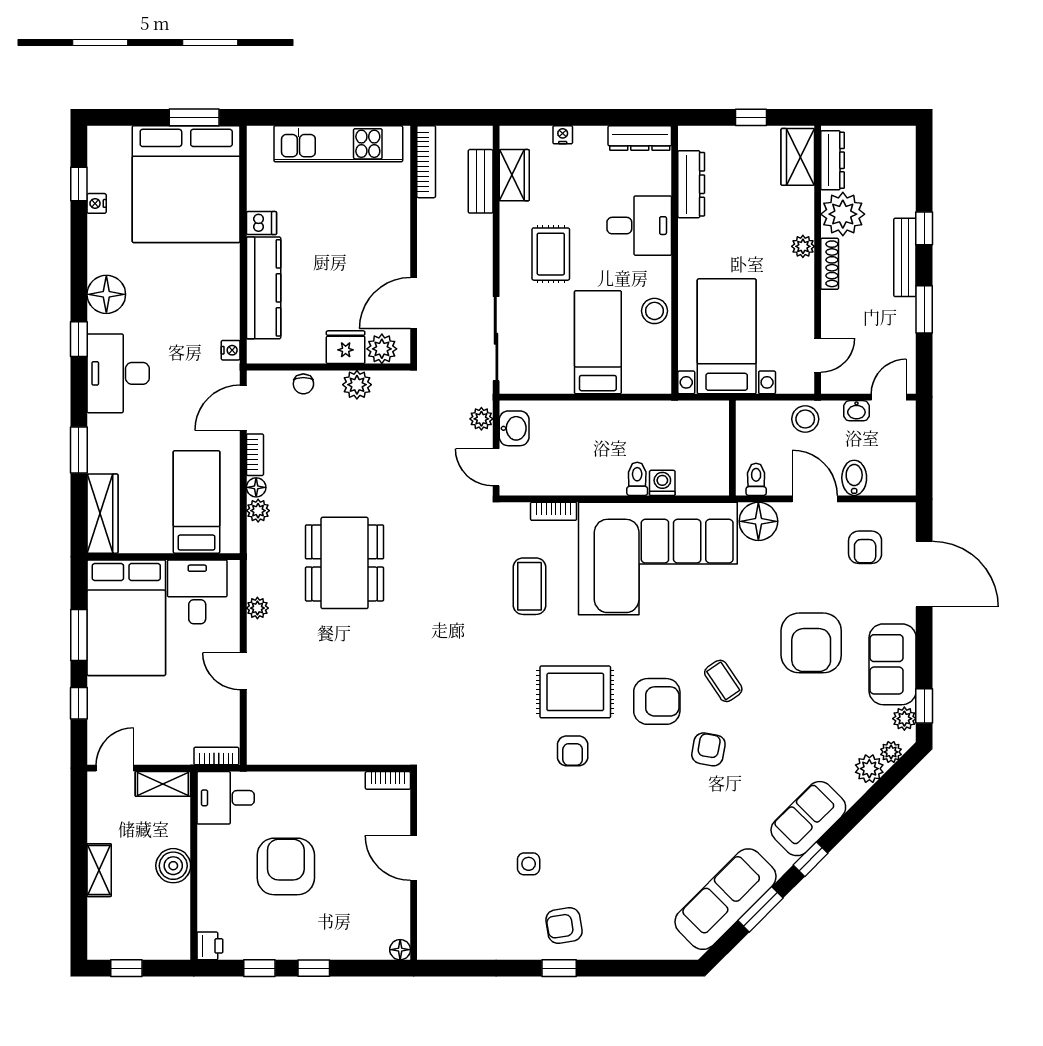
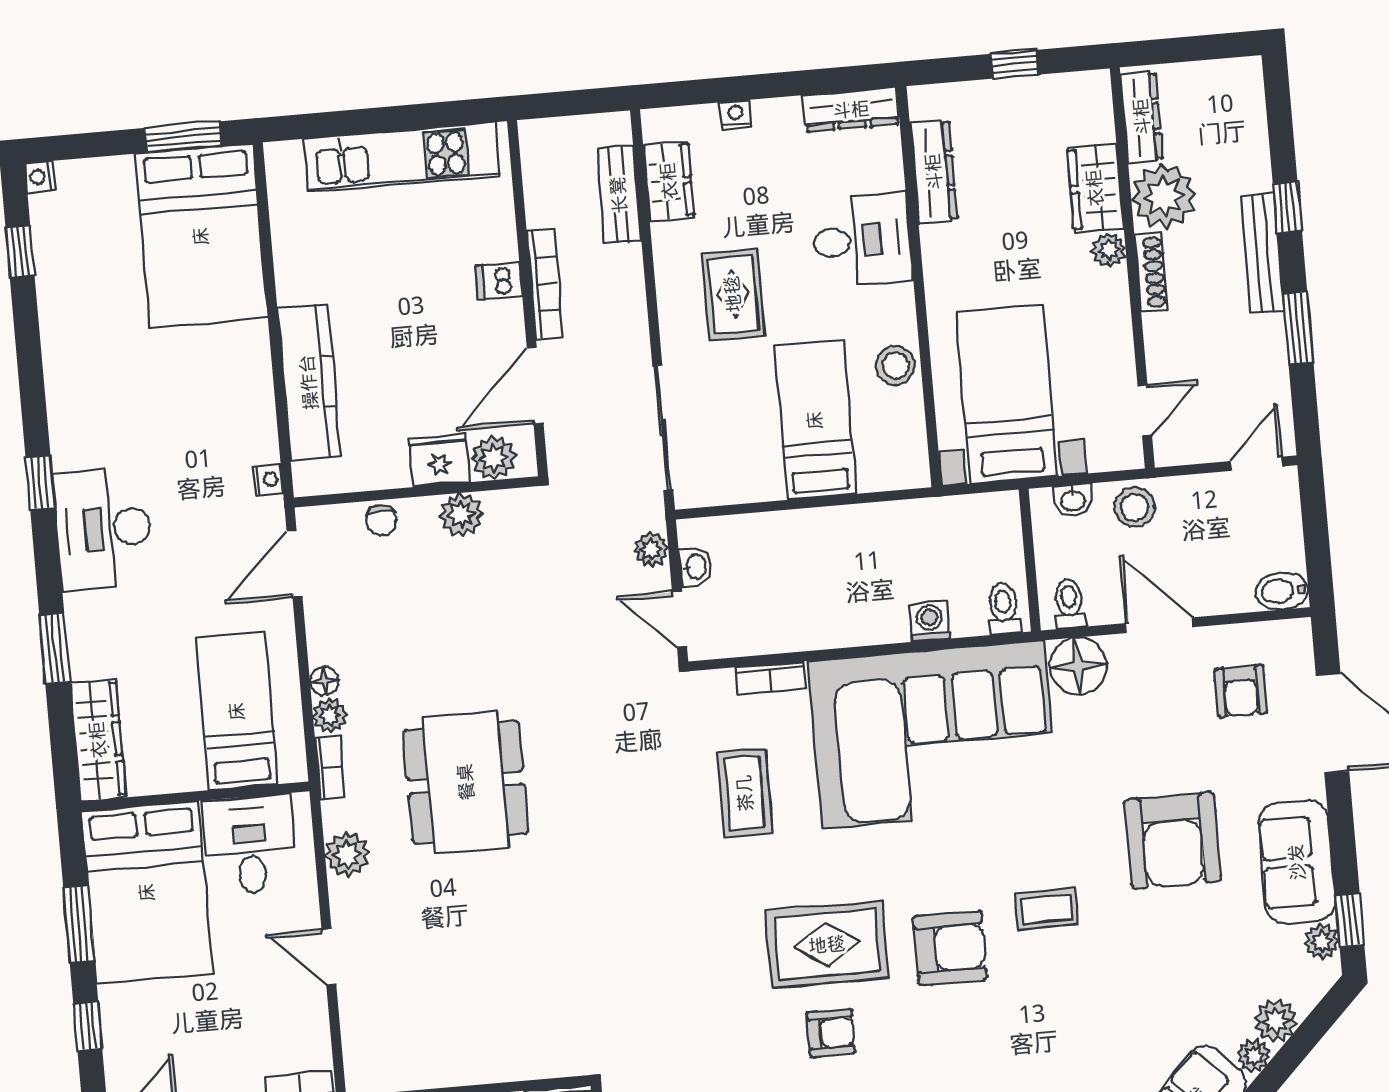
wardrobe: (798, 157) -> (1095, 188), moved
bookcase: (426, 162) -> (545, 284), moved
bed: (186, 184) -> (201, 236), width x0.73
nightstand: (97, 203) -> (40, 177), moved
dishwasher: (262, 223) -> (498, 281), moved, turned 180
floor lamp: (106, 294) -> (75, 412), removed
washbasin: (856, 411) -> (1073, 500), moved
washbasin: (514, 428) -> (695, 567), width x0.72, depth x0.69
bookcase: (255, 455) -> (330, 767), moved
bidet: (854, 478) -> (1282, 591), moved, turned -90
toilet: (637, 479) -> (1003, 609), moved
plant: (257, 608) -> (347, 854), width x1.38, depth x1.38
coffee table: (723, 681) -> (1047, 909), turned -56
armchair: (708, 749) -> (1033, 1013), removed
armchair: (573, 751) -> (831, 1033), turned -90
plant: (891, 752) -> (1254, 1055), moved

